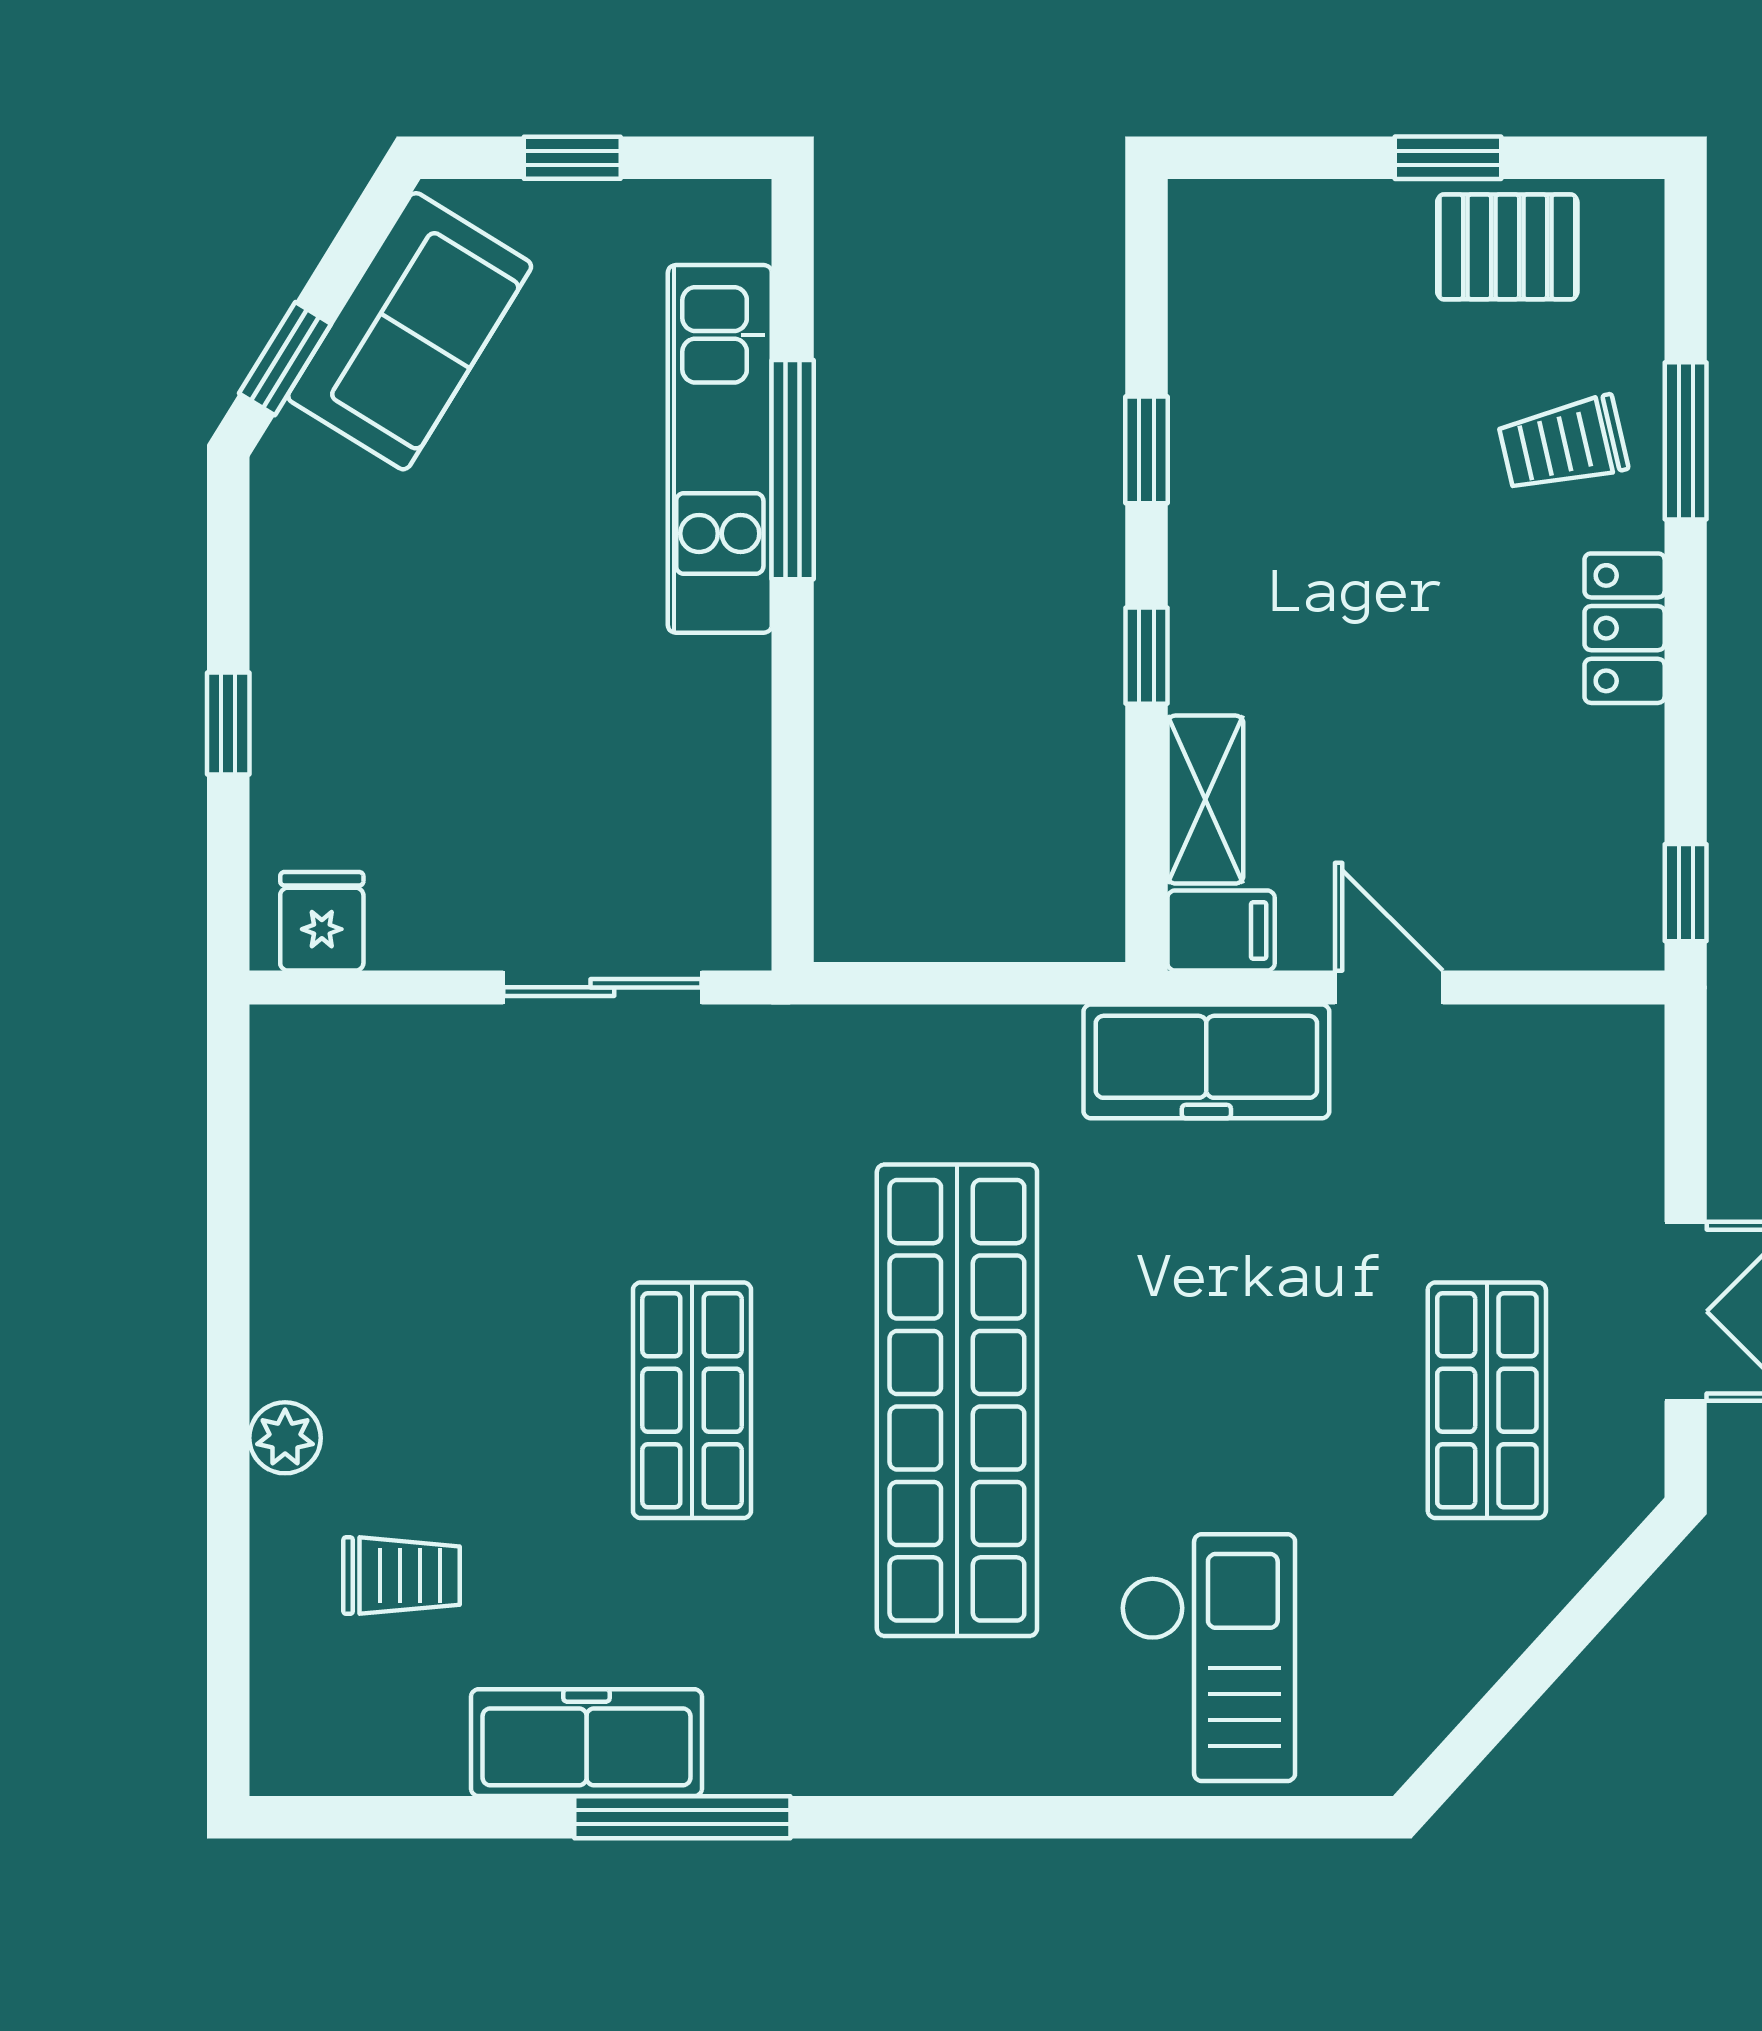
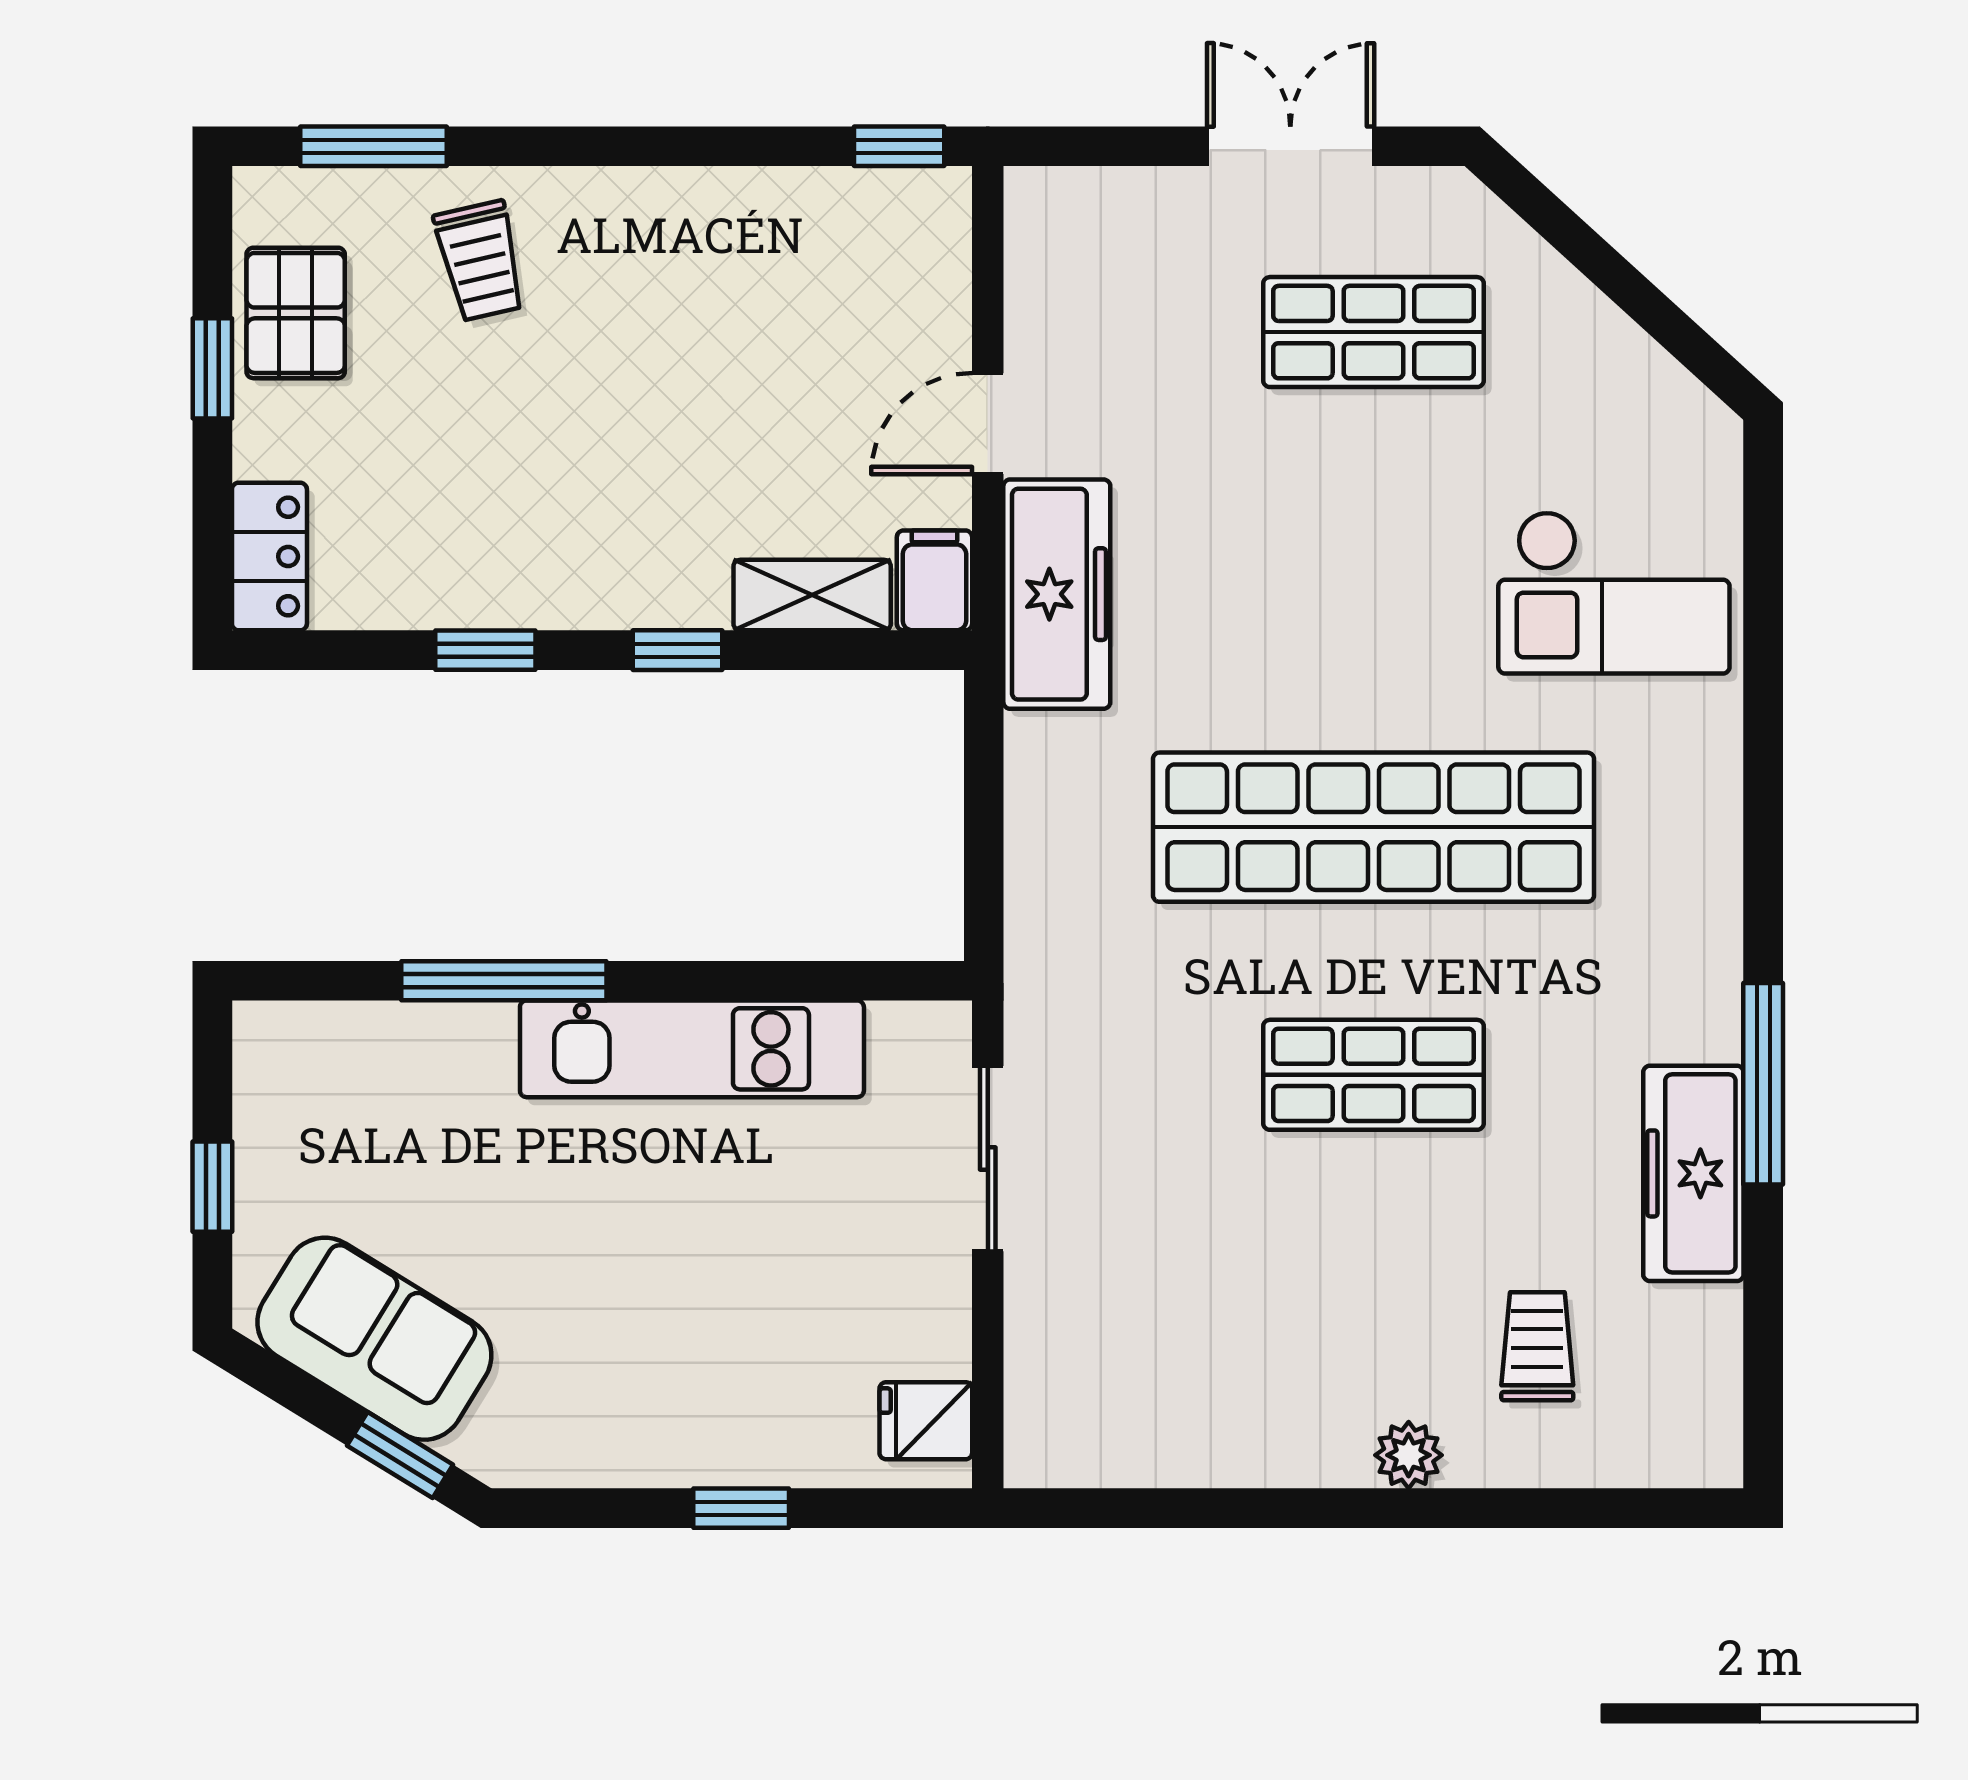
window: (1686, 441) -> (373, 146), moved
kitchen unit: (720, 449) -> (692, 1049), moved
locker: (1625, 628) -> (269, 556), moved, turned -90
checkout: (1208, 1658) -> (1614, 593), turned 180

